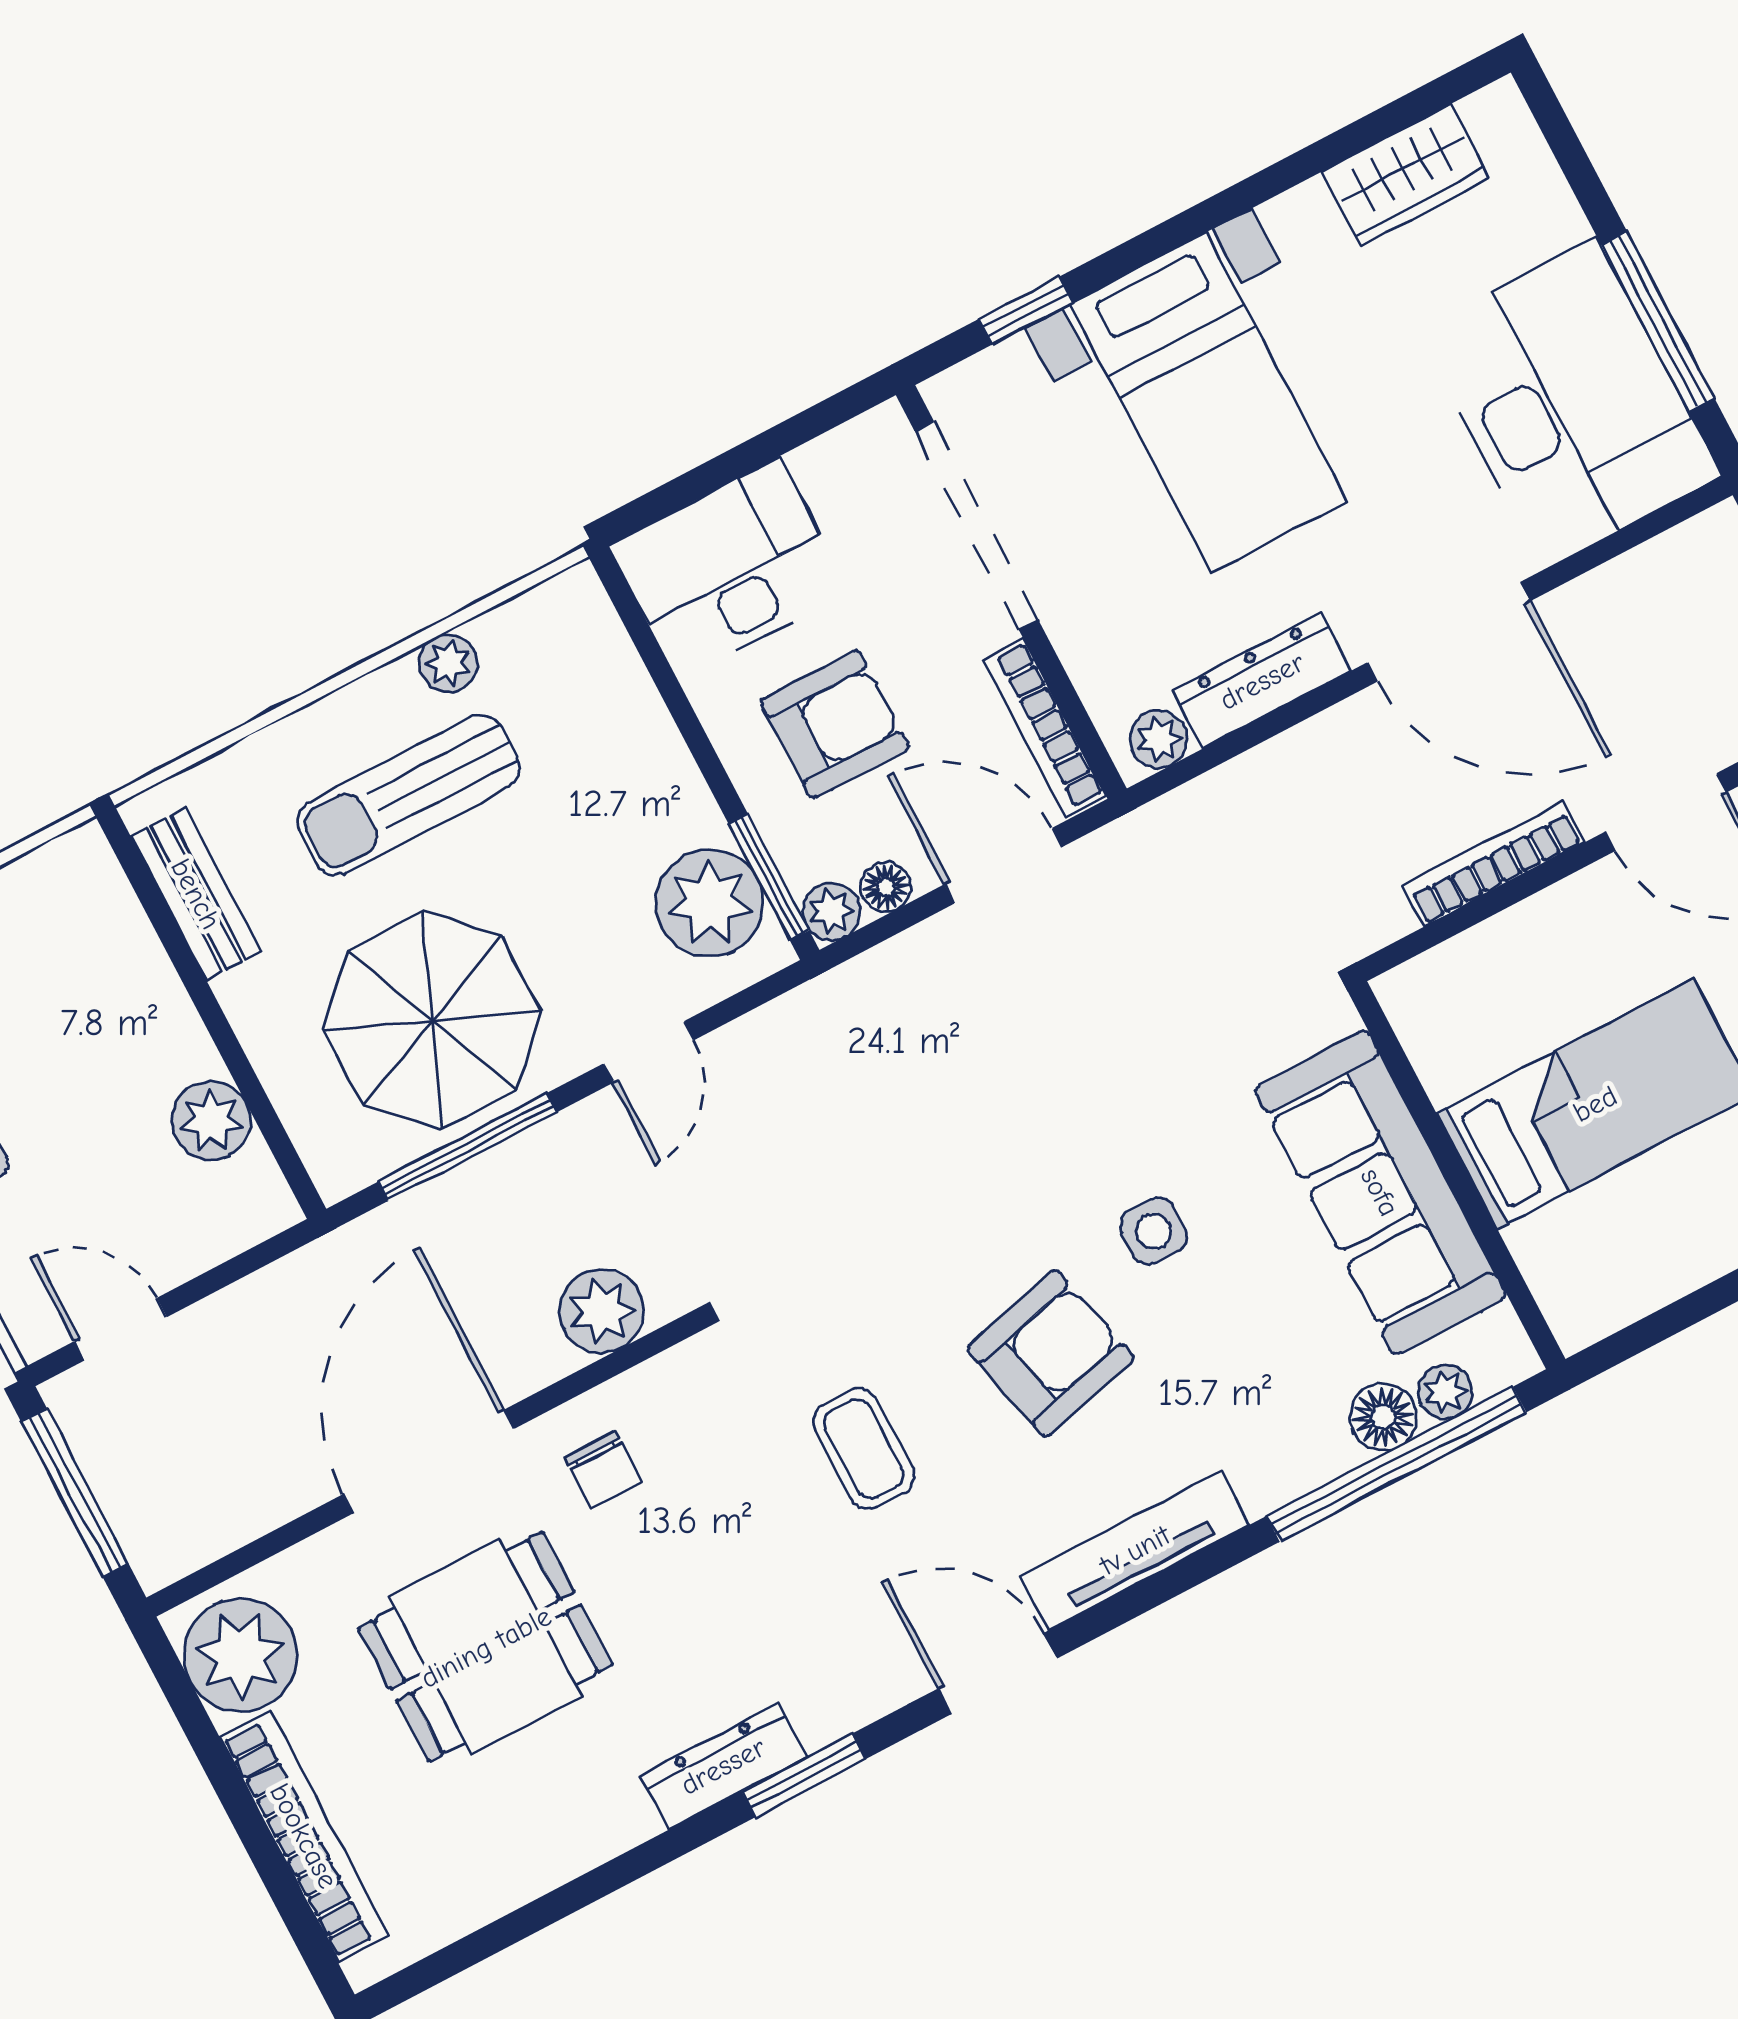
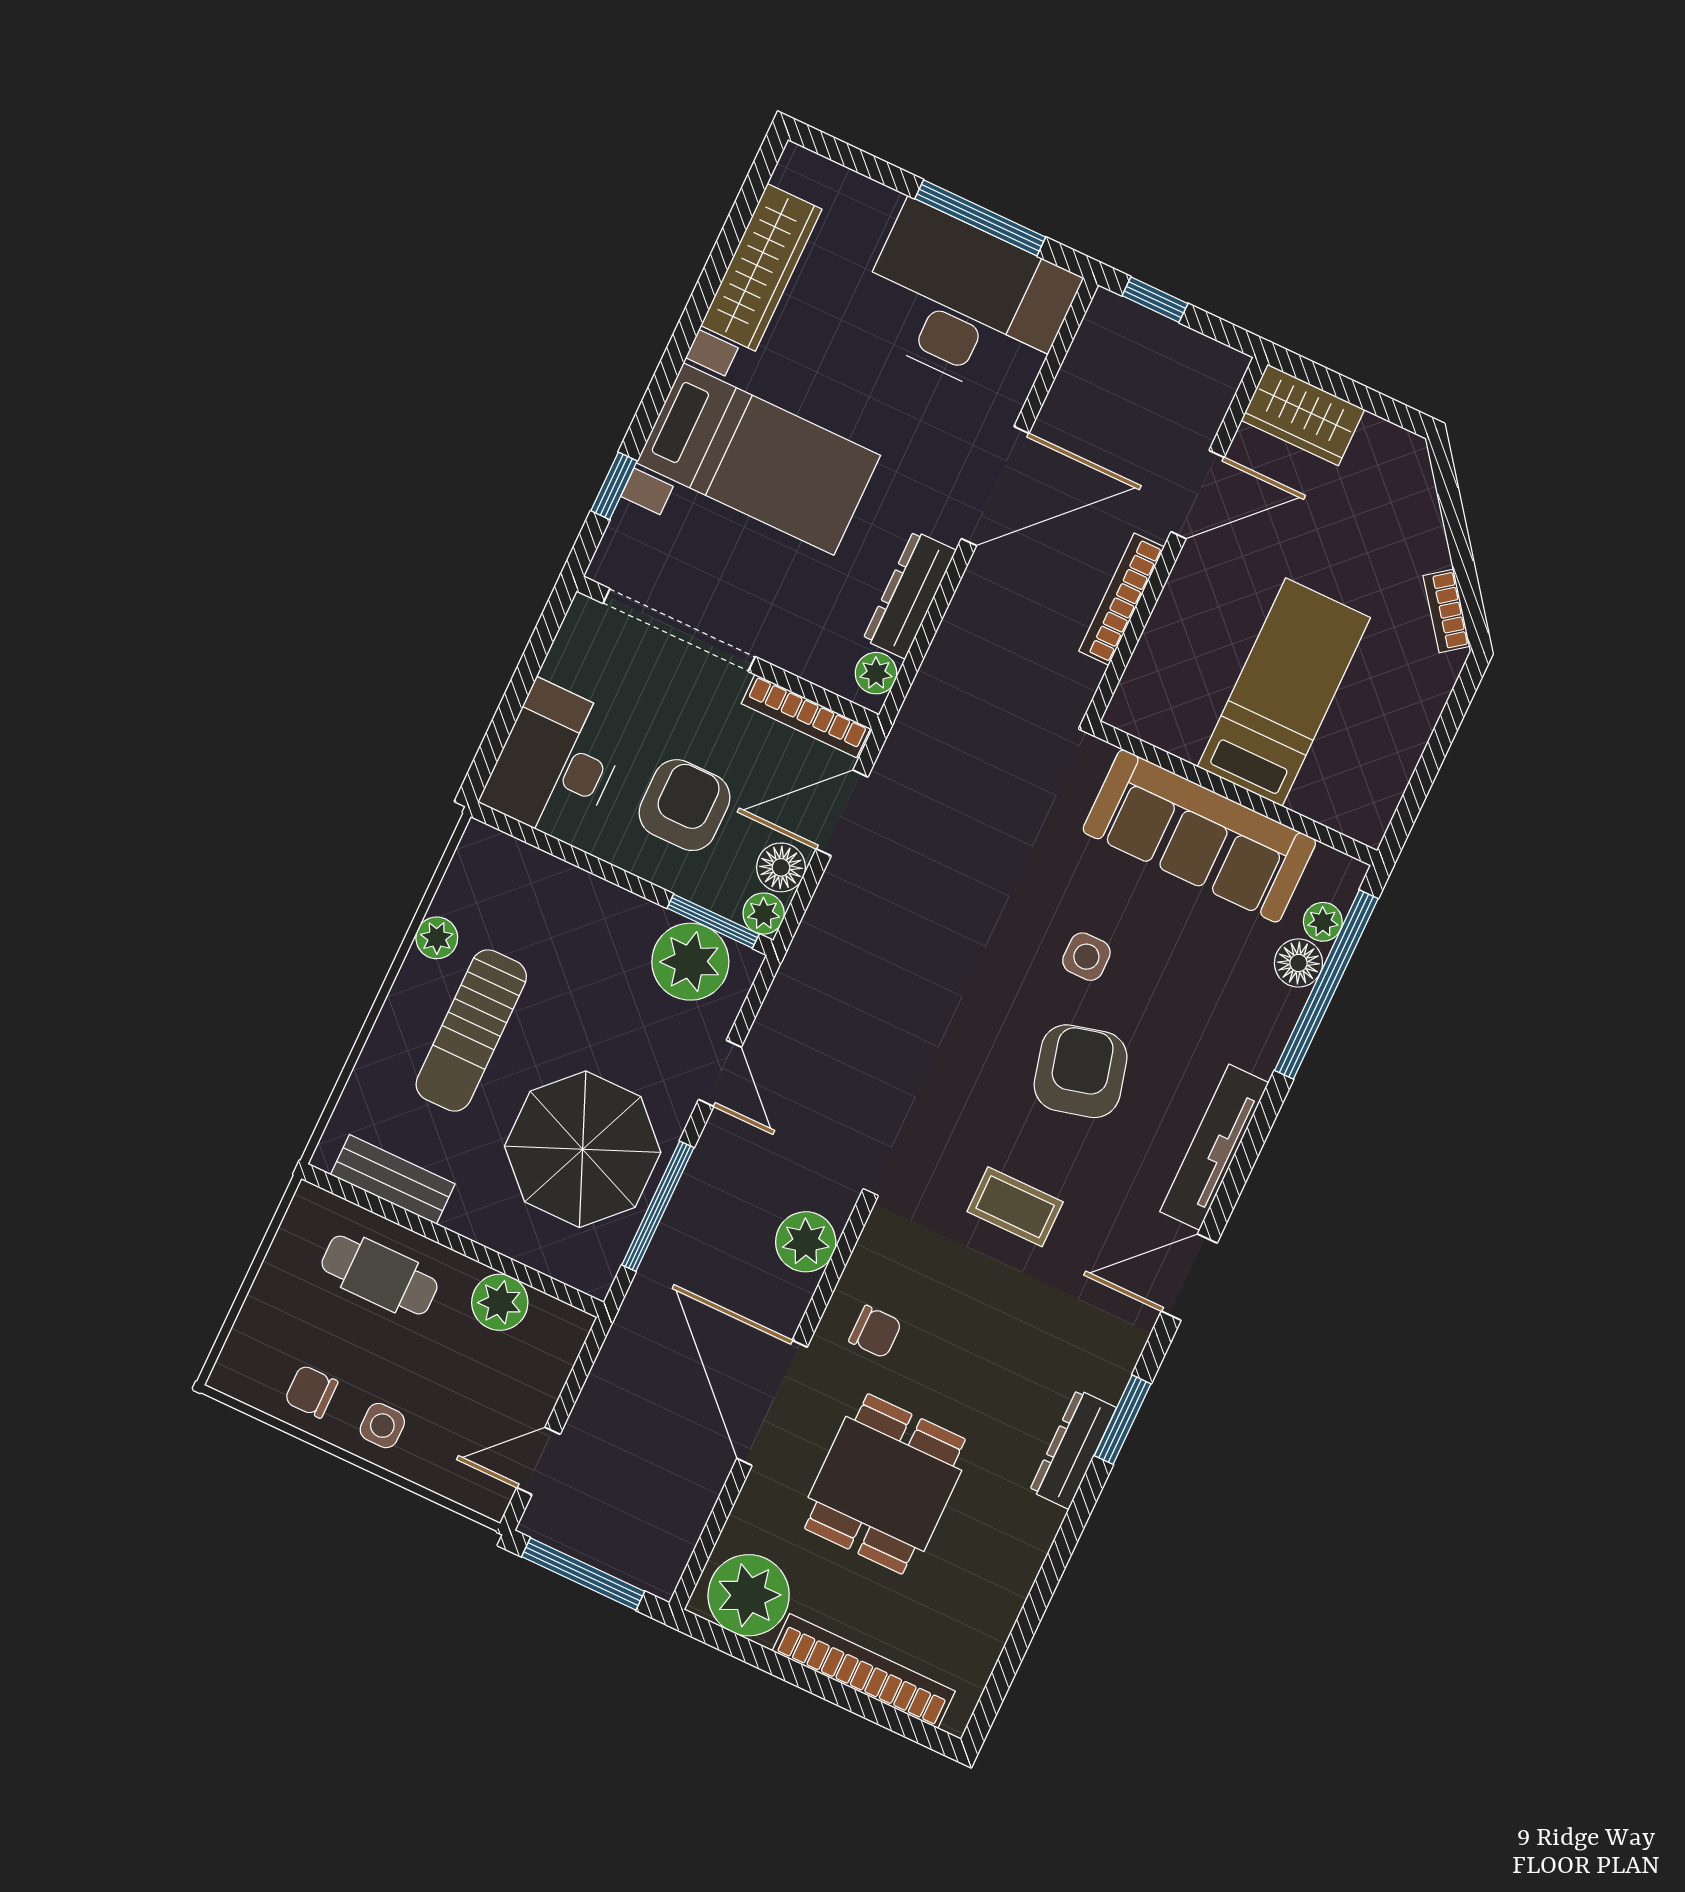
wardrobe: (1406, 175) -> (761, 267), width x1.50
floor lamp: (886, 887) -> (781, 867), width x1.37, depth x1.37
cafe table: (101, 989) -> (379, 1275), added

